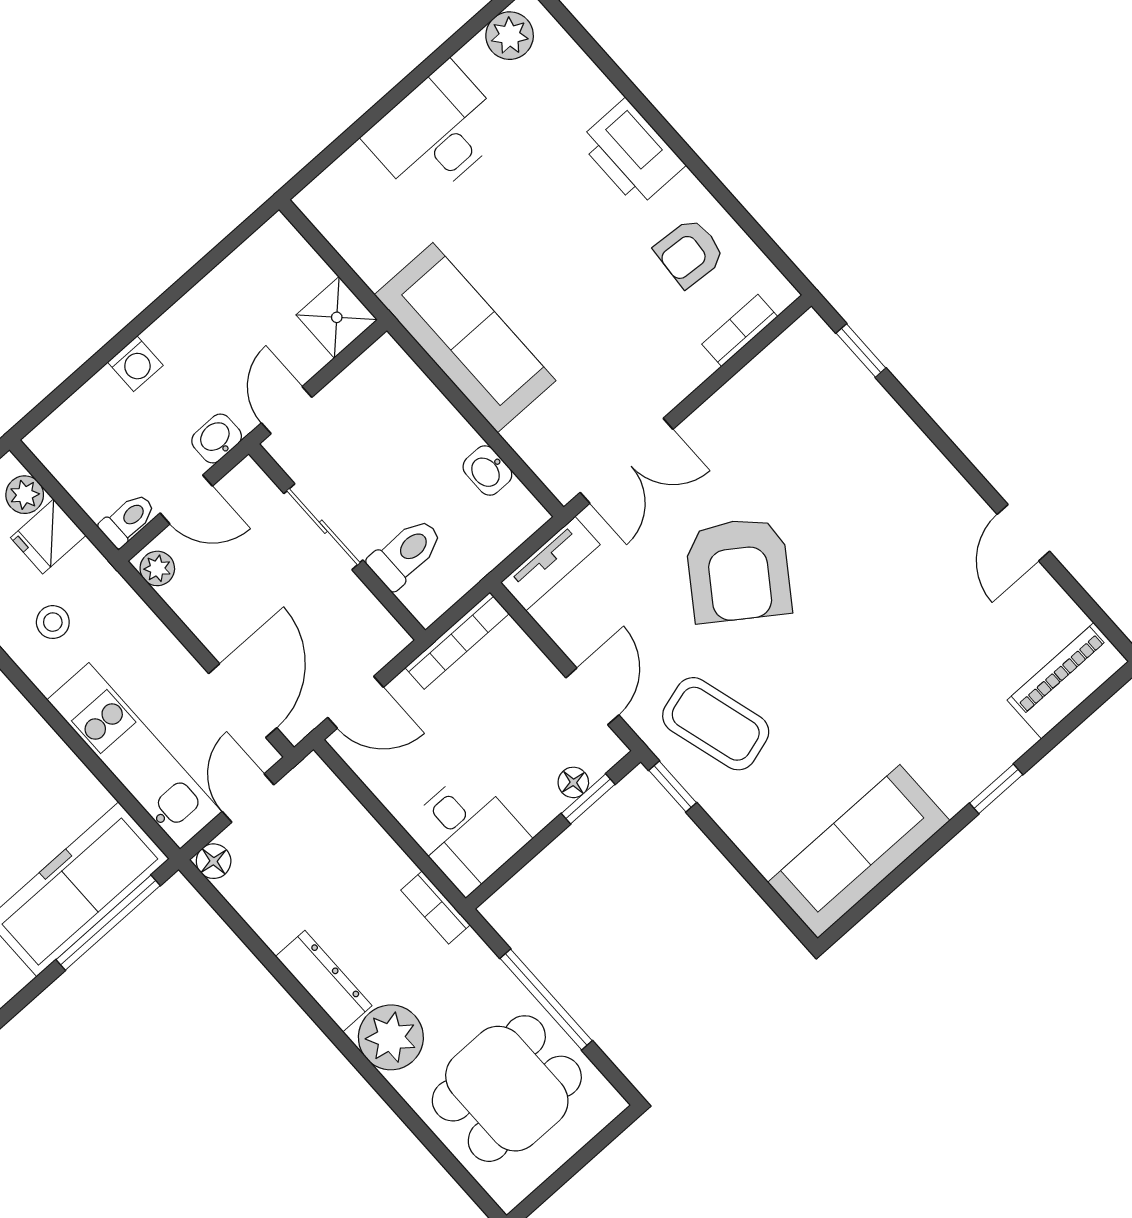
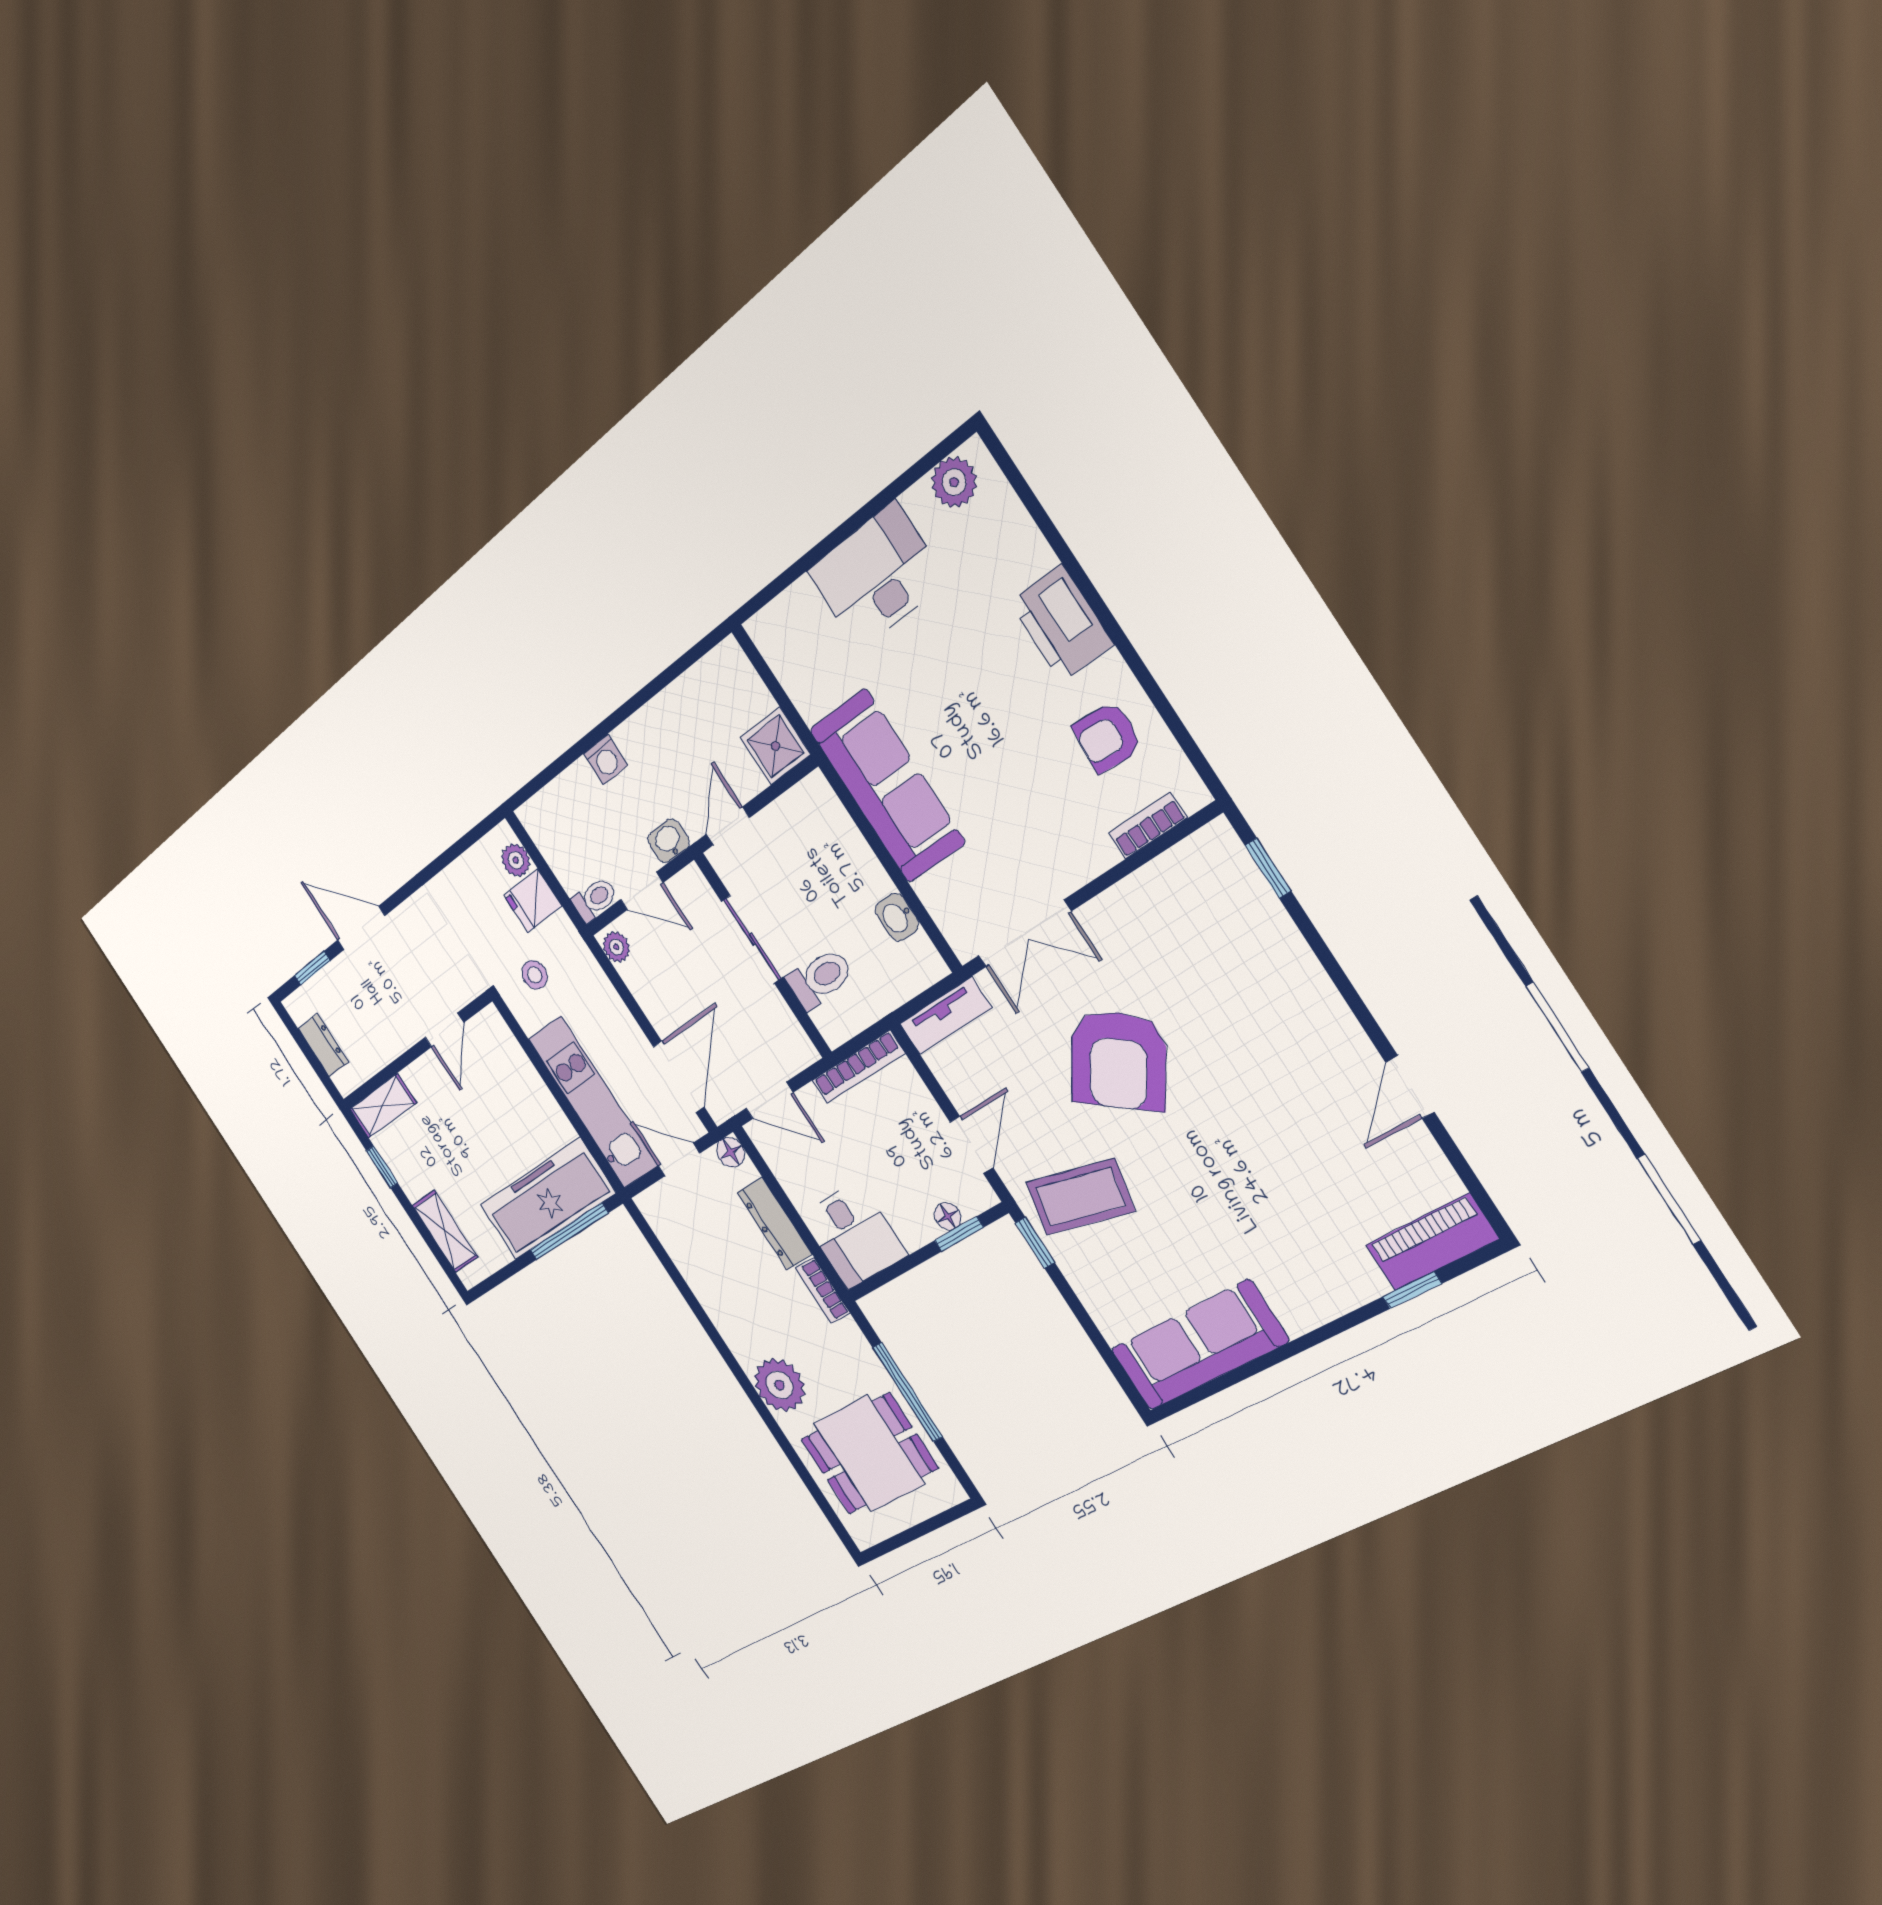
coffee table: (716, 724) -> (1080, 1197), turned -61
window: (996, 789) -> (1412, 1290), moved
door: (248, 798) -> (679, 1160), hinge flipped
floor lamp: (214, 861) -> (731, 1152), moved
dresser: (324, 981) -> (774, 1223), moved, turned 180

